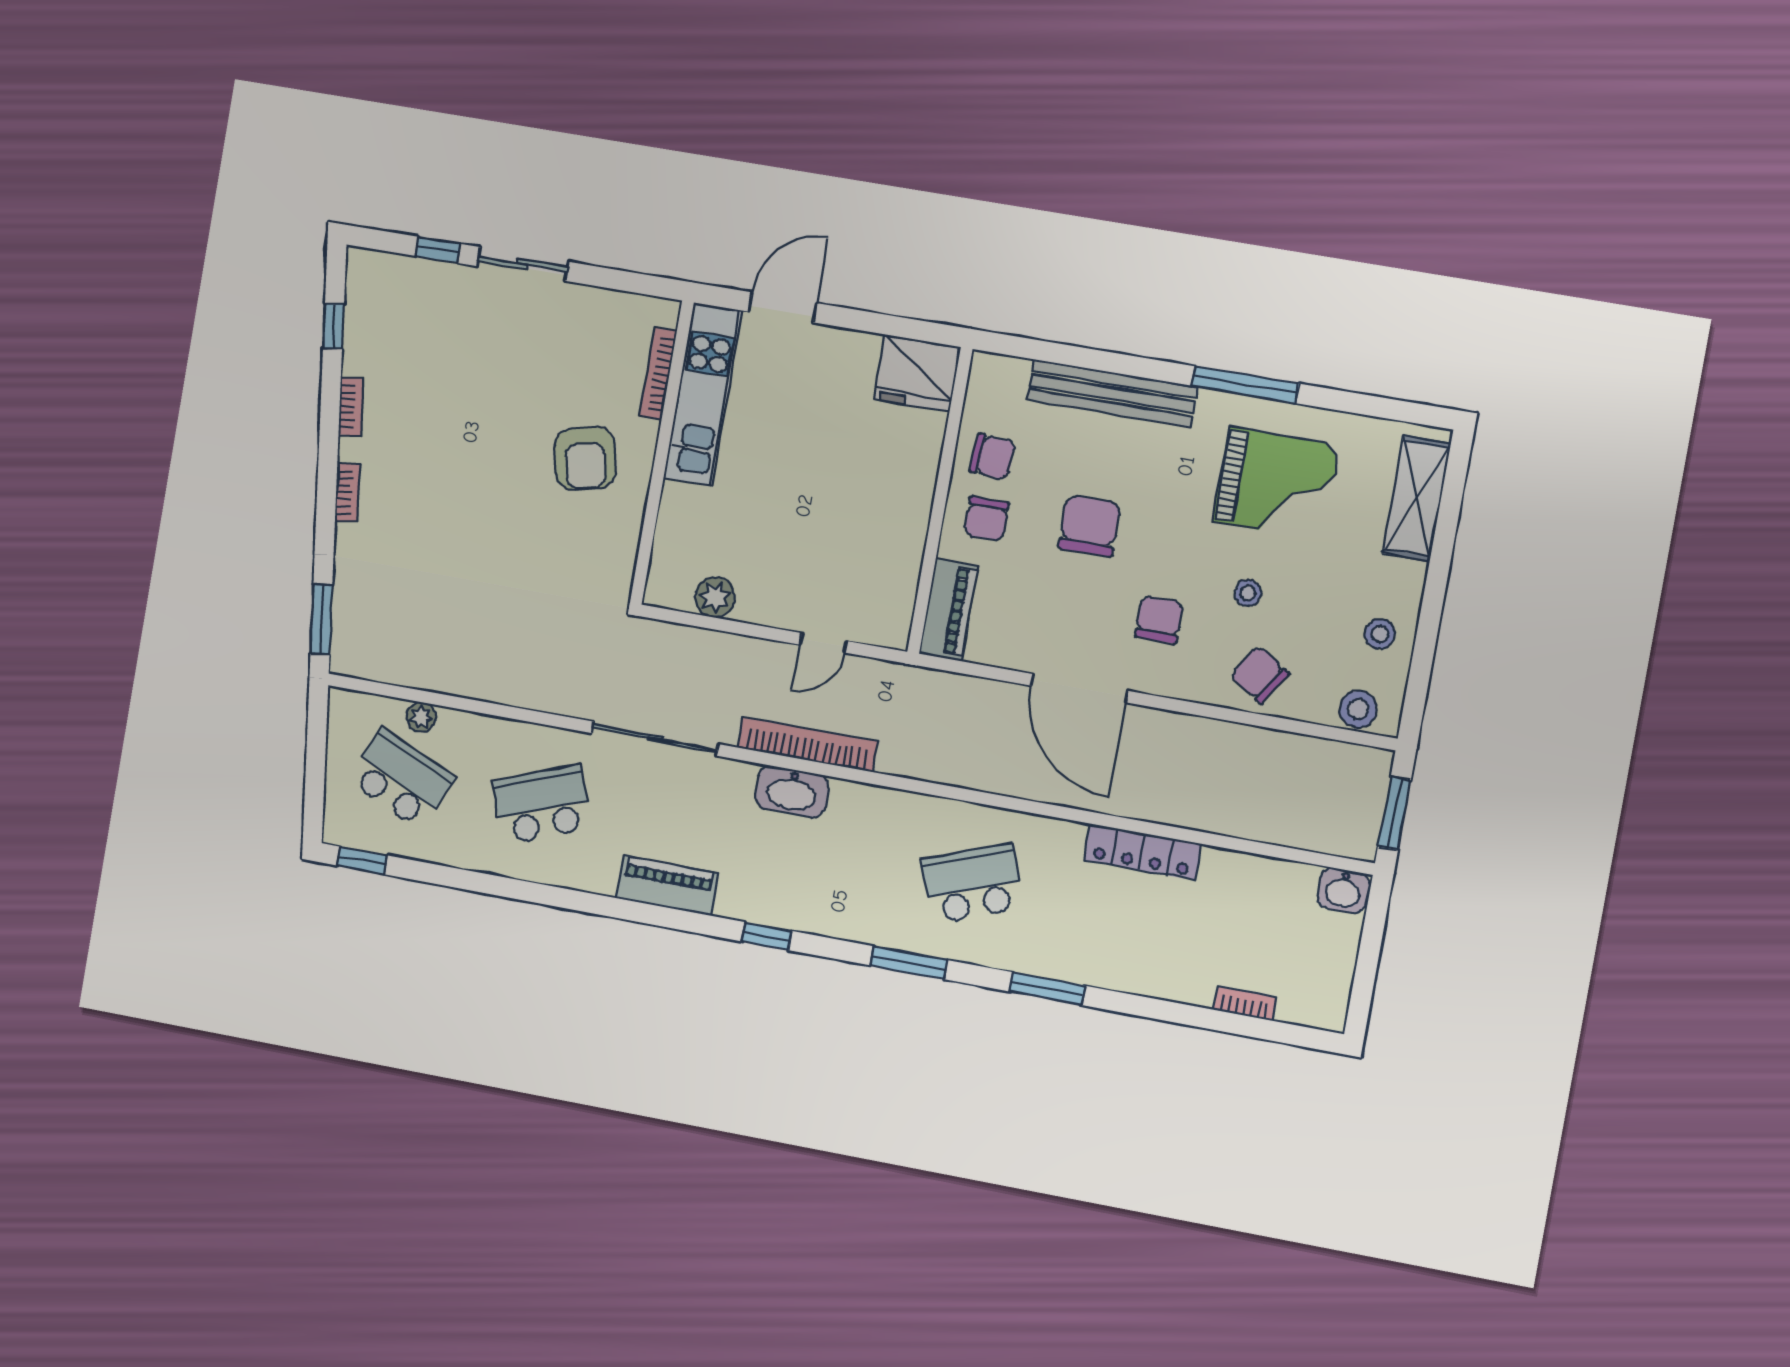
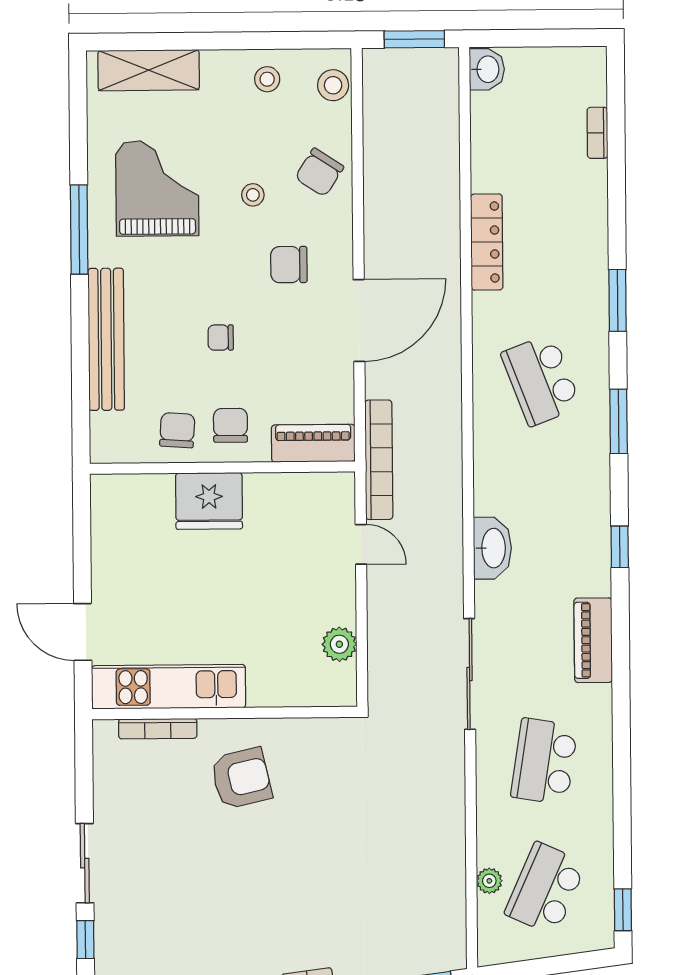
fridge: (917, 373) -> (209, 501), moved, turned 90
chair: (987, 519) -> (230, 425), turned -90
chair: (1089, 526) -> (221, 338), width x0.54, depth x0.54
bookcase: (808, 745) -> (379, 460), moved, turned 180
school desk: (542, 804) -> (544, 761), turned 30

